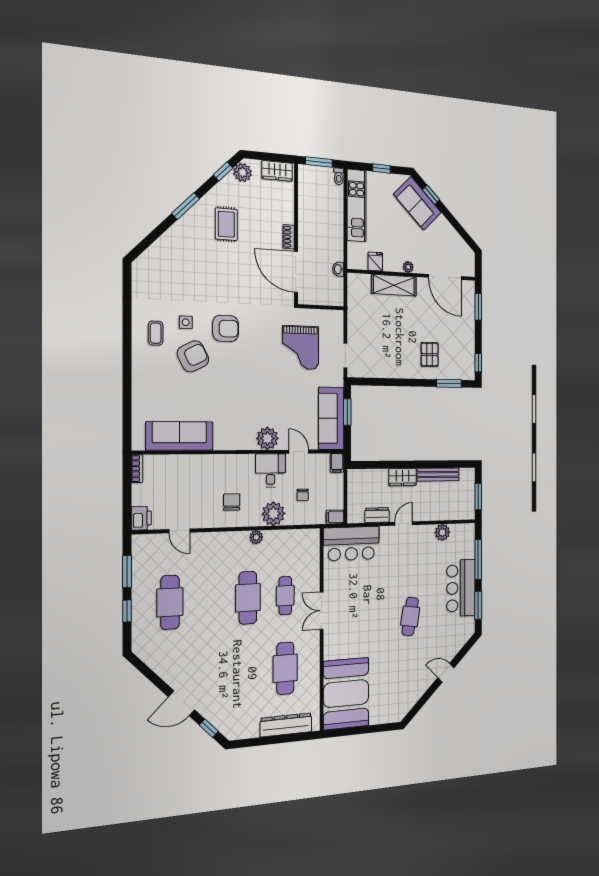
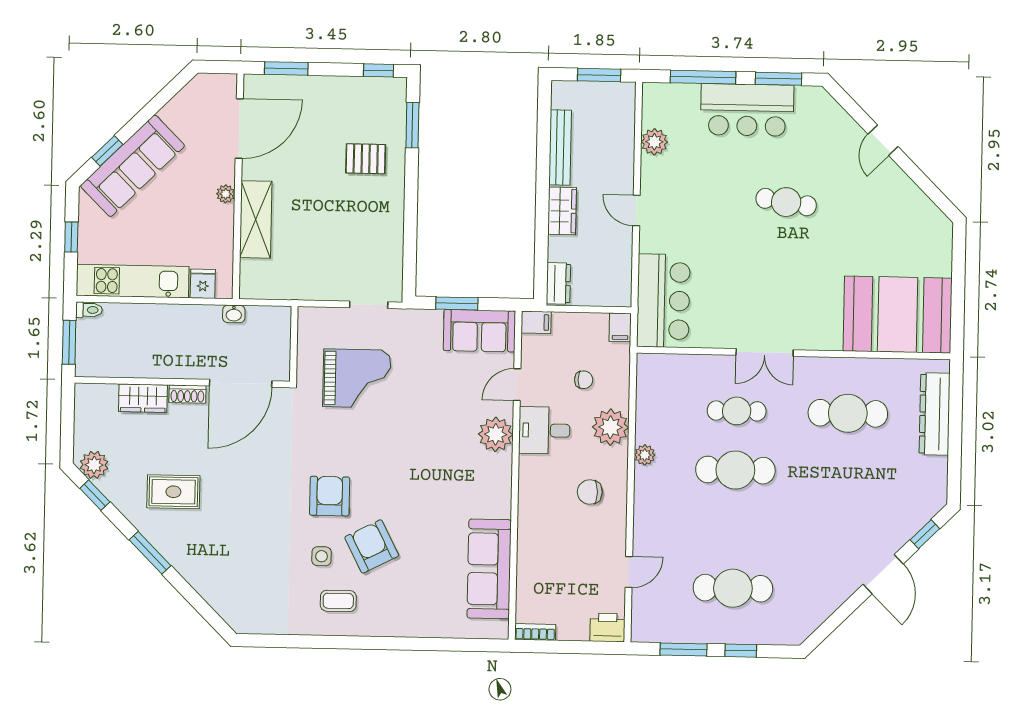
wardrobe: (277, 171) -> (143, 398), moved, turned 90
sofa: (417, 203) -> (133, 166), width x1.36
fridge: (375, 261) -> (203, 284), moved, turned 90
sofa: (331, 418) -> (479, 331), width x0.73
dresser: (377, 515) -> (558, 283), moved, turned 180

